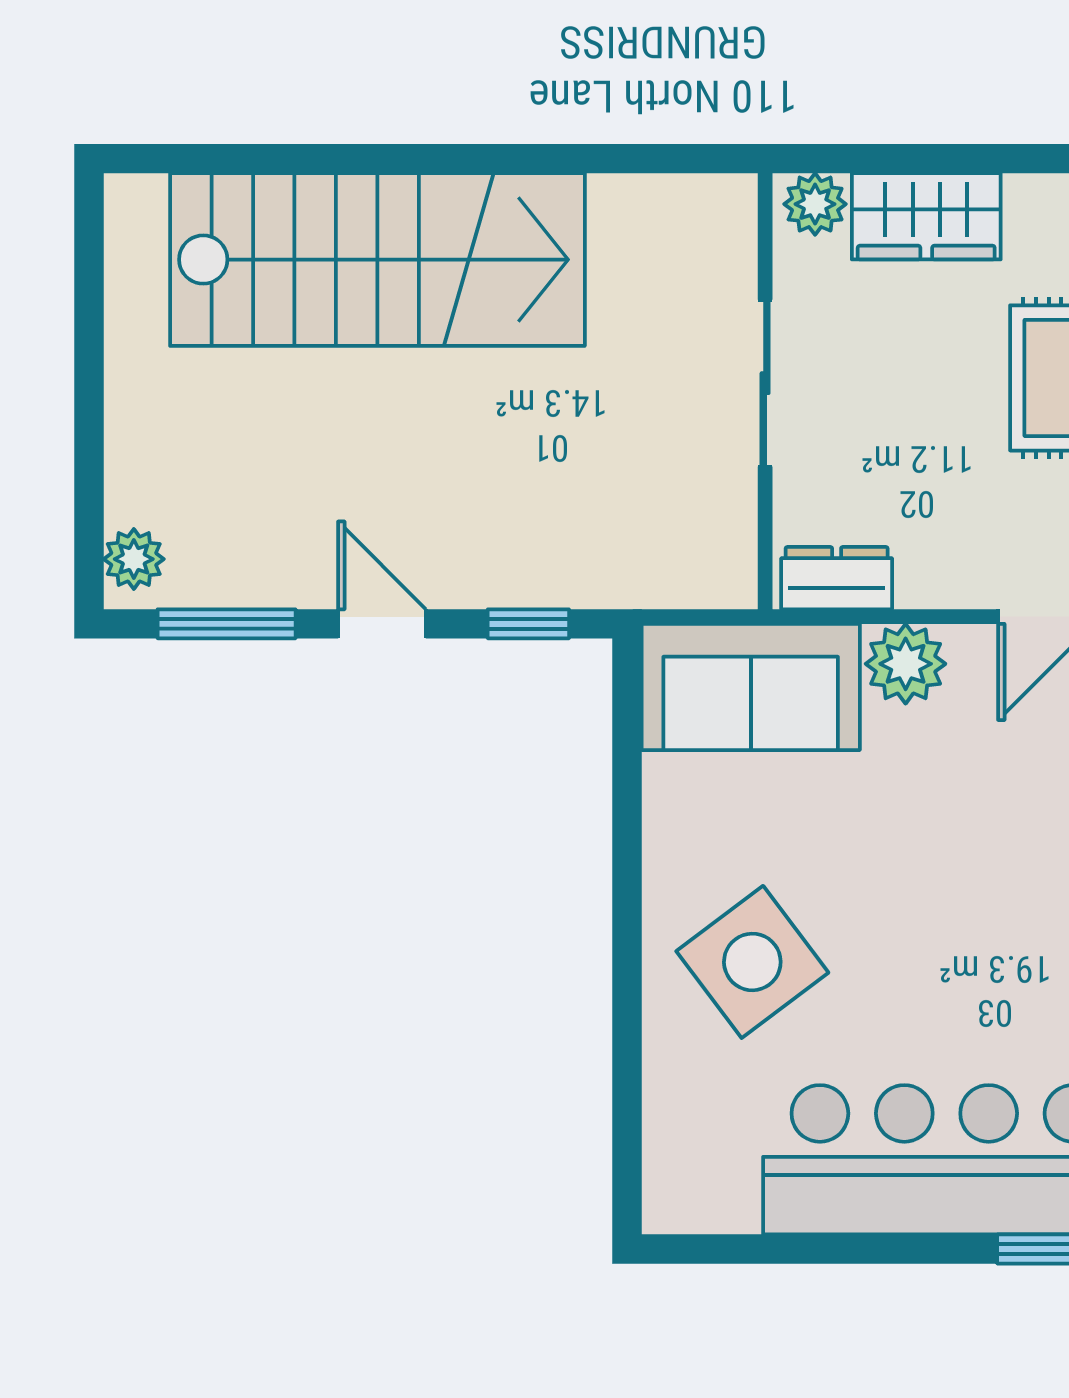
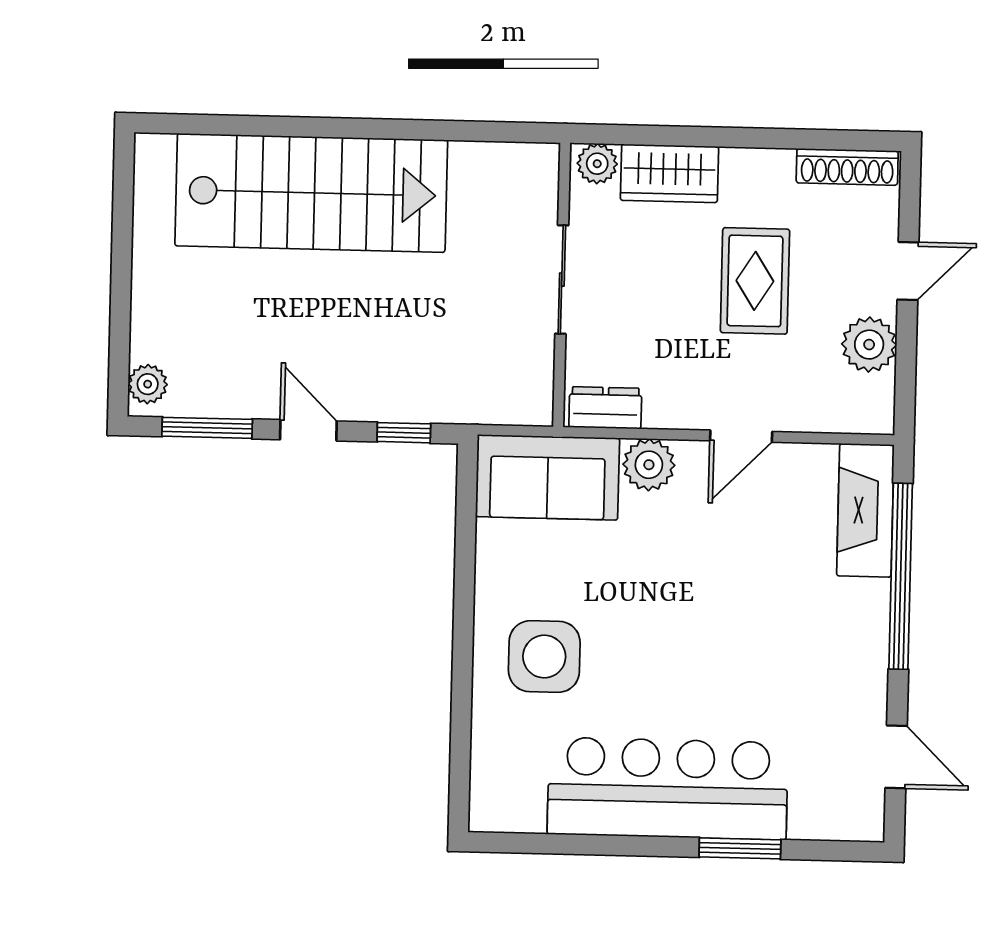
side table: (752, 962) -> (544, 657), turned 37

